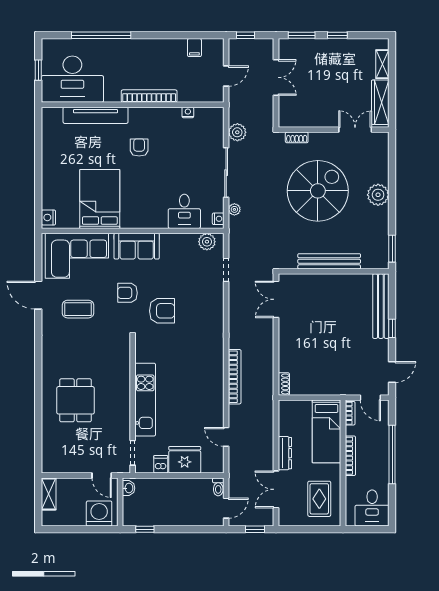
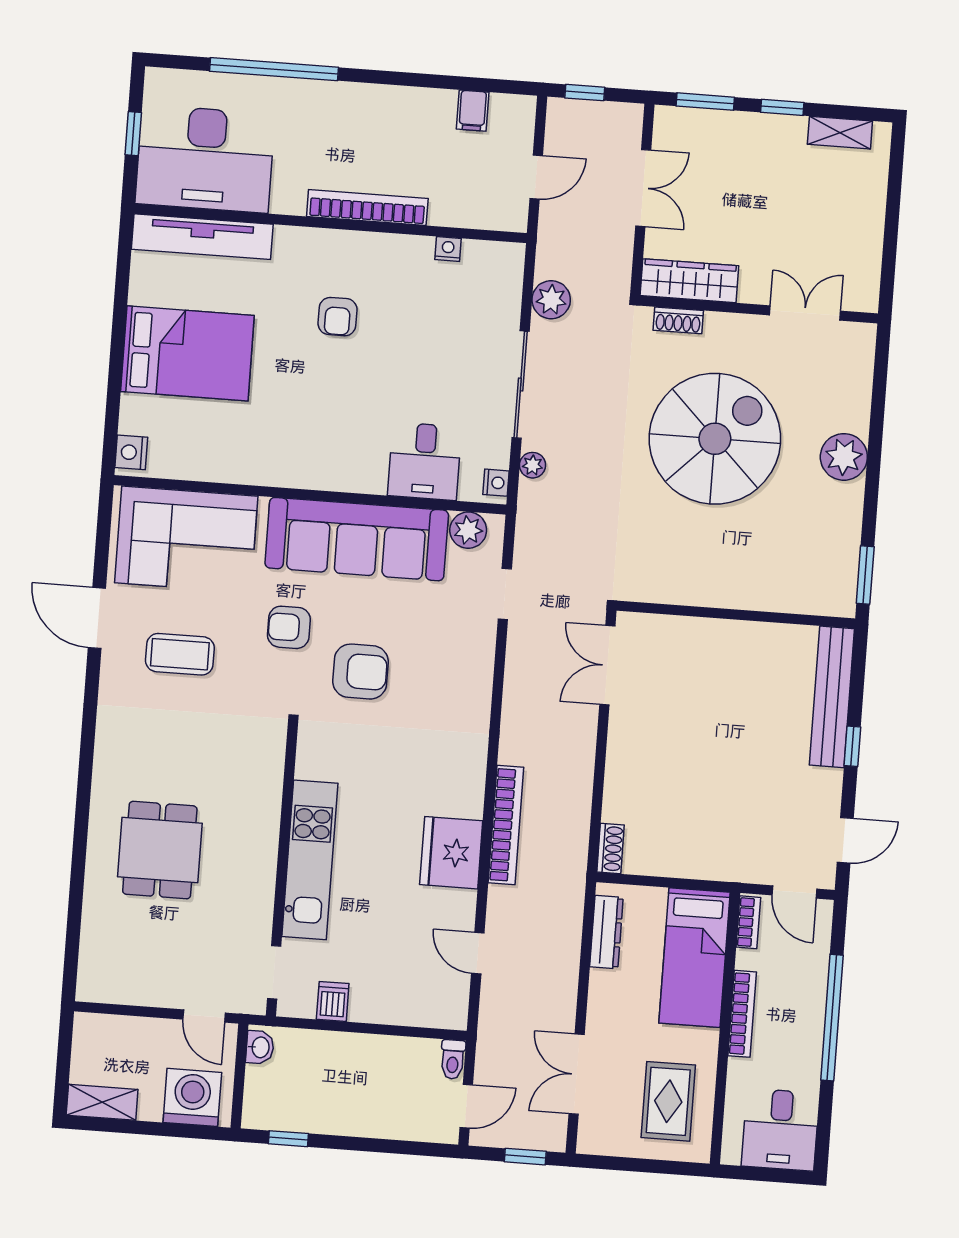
shelving: (382, 64) -> (840, 133), moved, turned 90
wardrobe: (380, 102) -> (689, 281), moved, turned 90
tv unit: (96, 115) -> (202, 237), moved
armchair: (139, 147) -> (338, 317), turned 180
bed: (100, 199) -> (187, 353), moved, turned 90
sofa: (137, 246) -> (357, 539), width x1.85, depth x1.27
bench: (329, 261) -> (728, 592), removed
dresser: (285, 453) -> (606, 932), moved
fridge: (185, 460) -> (451, 853), moved, turned -90
shelving: (49, 494) -> (102, 1102), moved, turned 90

